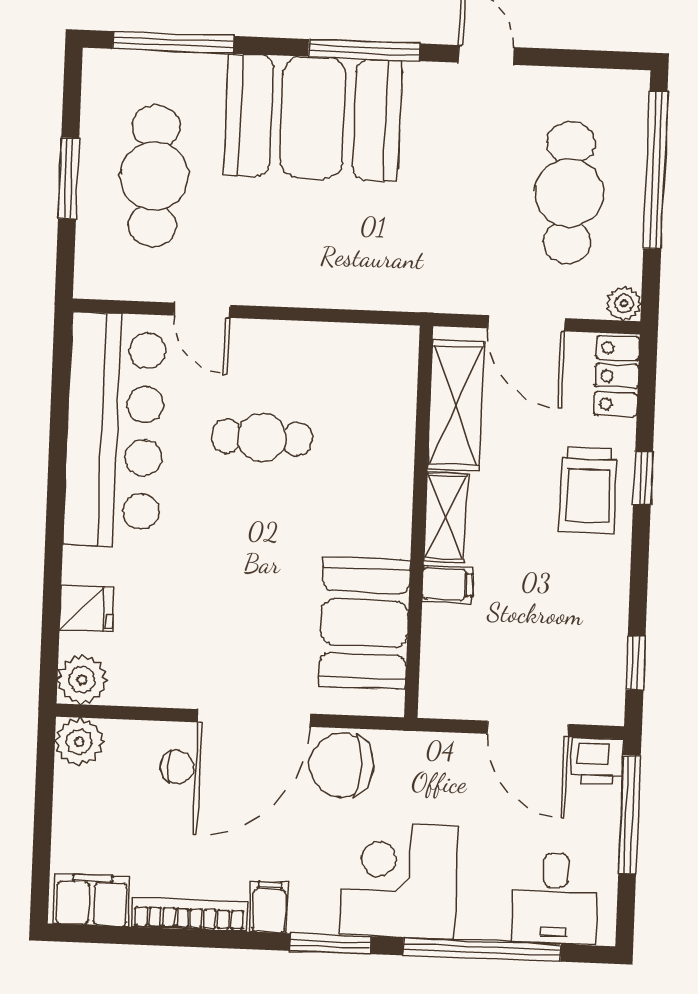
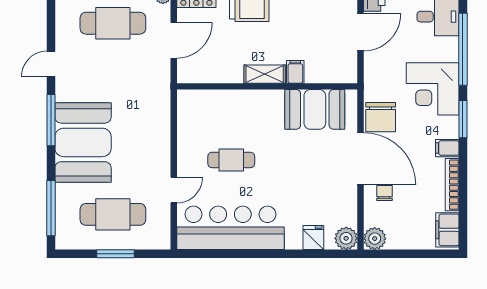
shelving: (456, 405) -> (213, 71), removed
cafe table: (262, 437) -> (231, 160), turned 90

